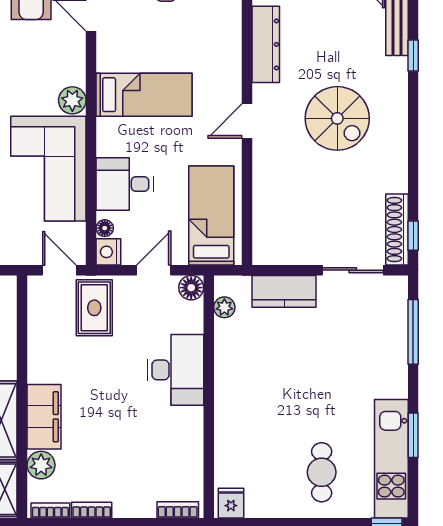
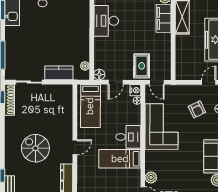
plant: (72, 100) -> (151, 178), moved
desk: (125, 184) -> (128, 137), moved
desk: (176, 370) -> (106, 21), moved

